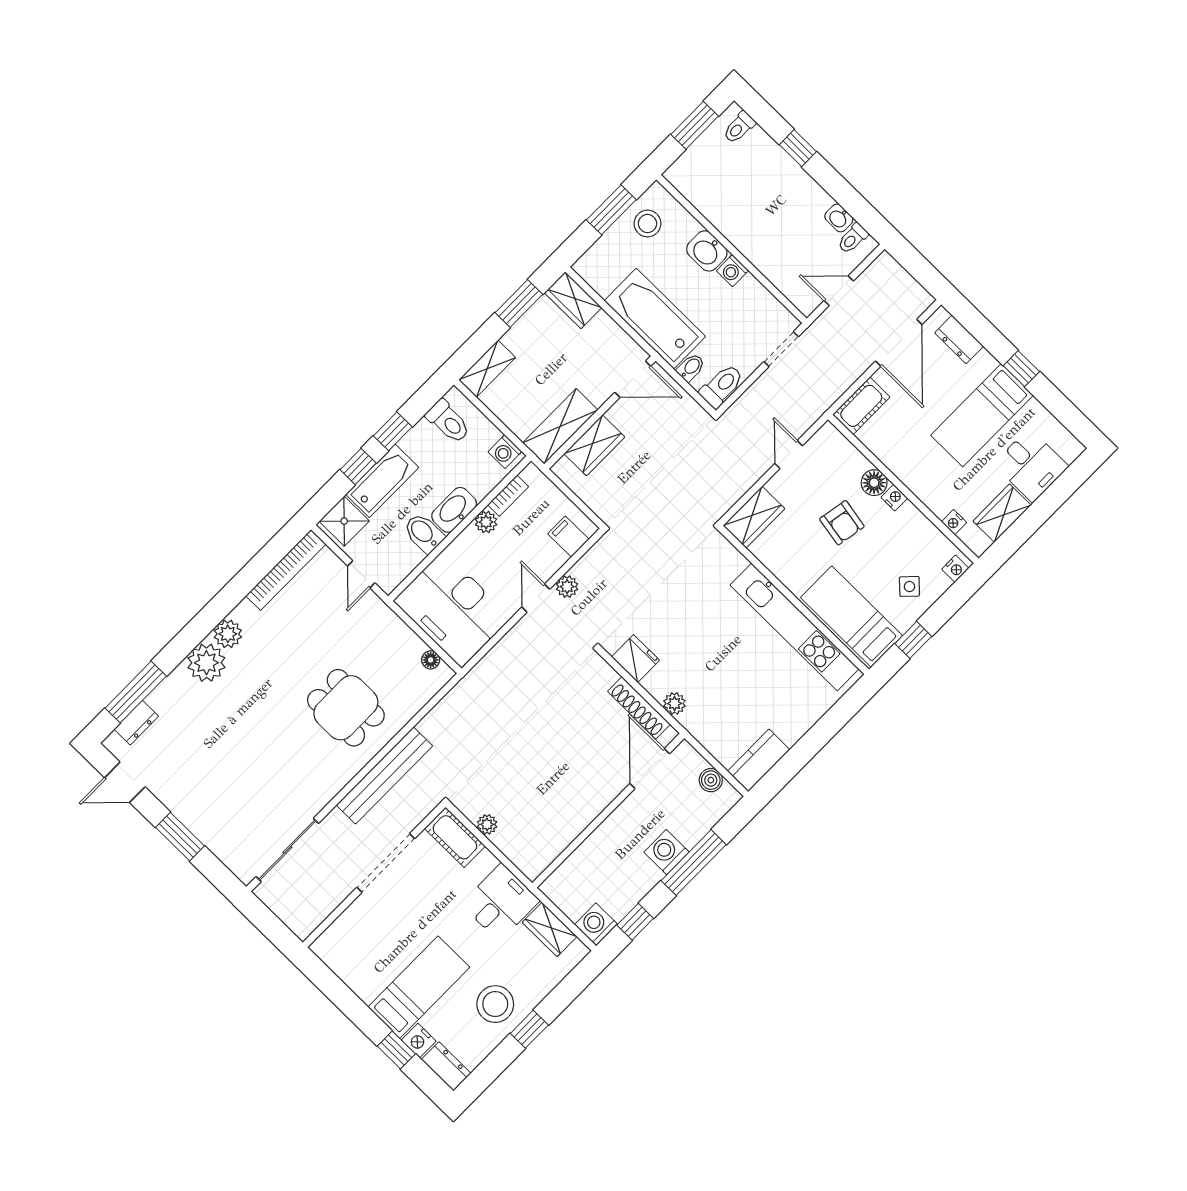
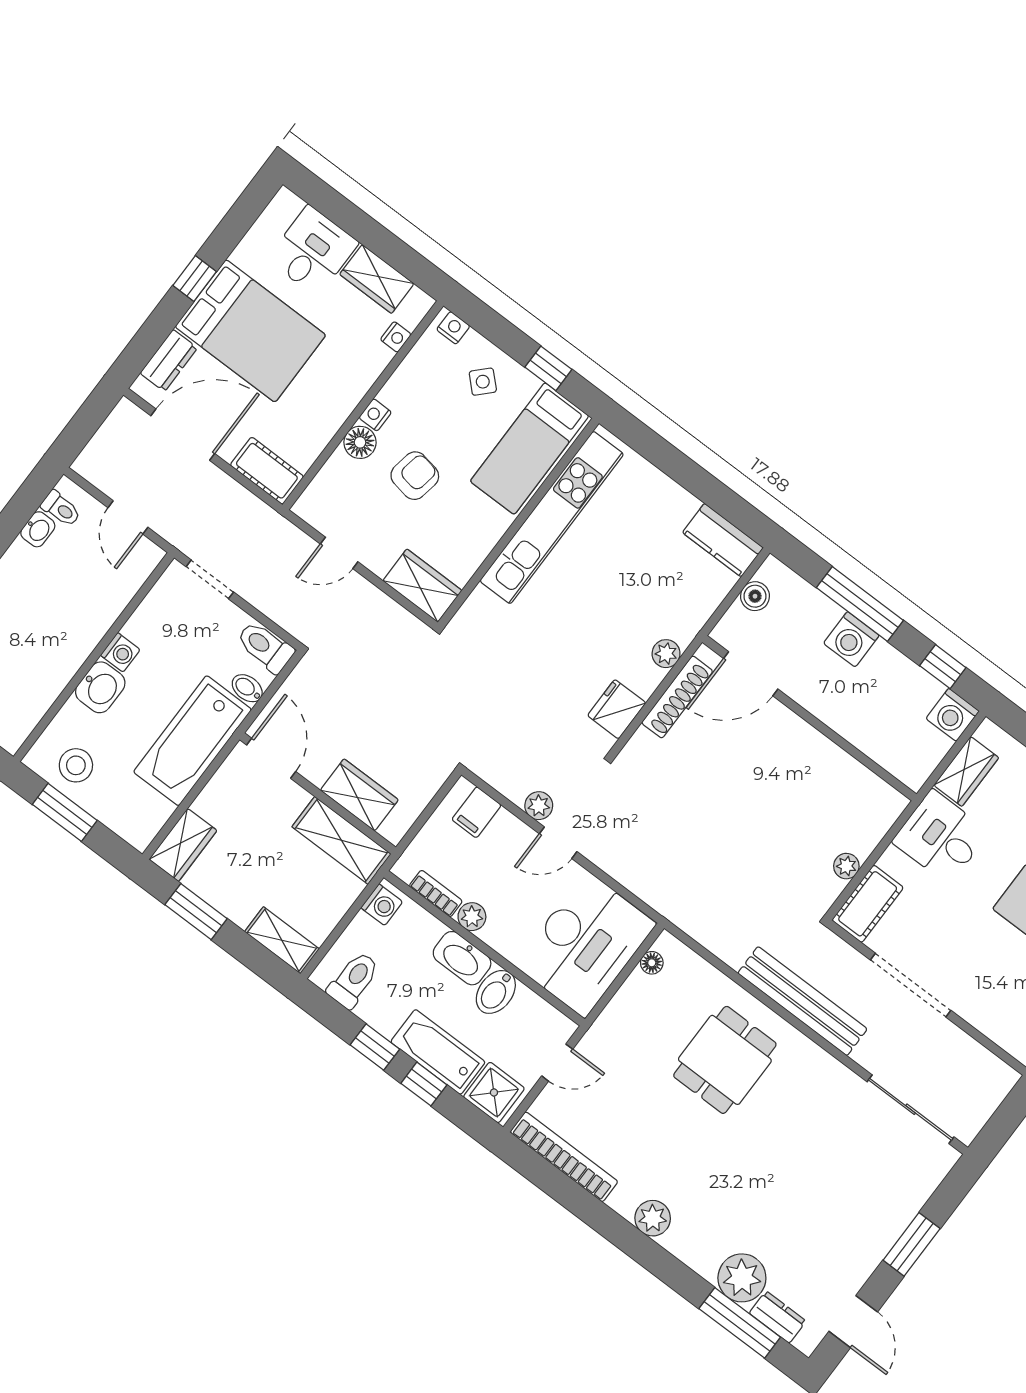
bed: (982, 415) -> (250, 331), width x1.50
plant: (206, 663) -> (742, 1278), moved

